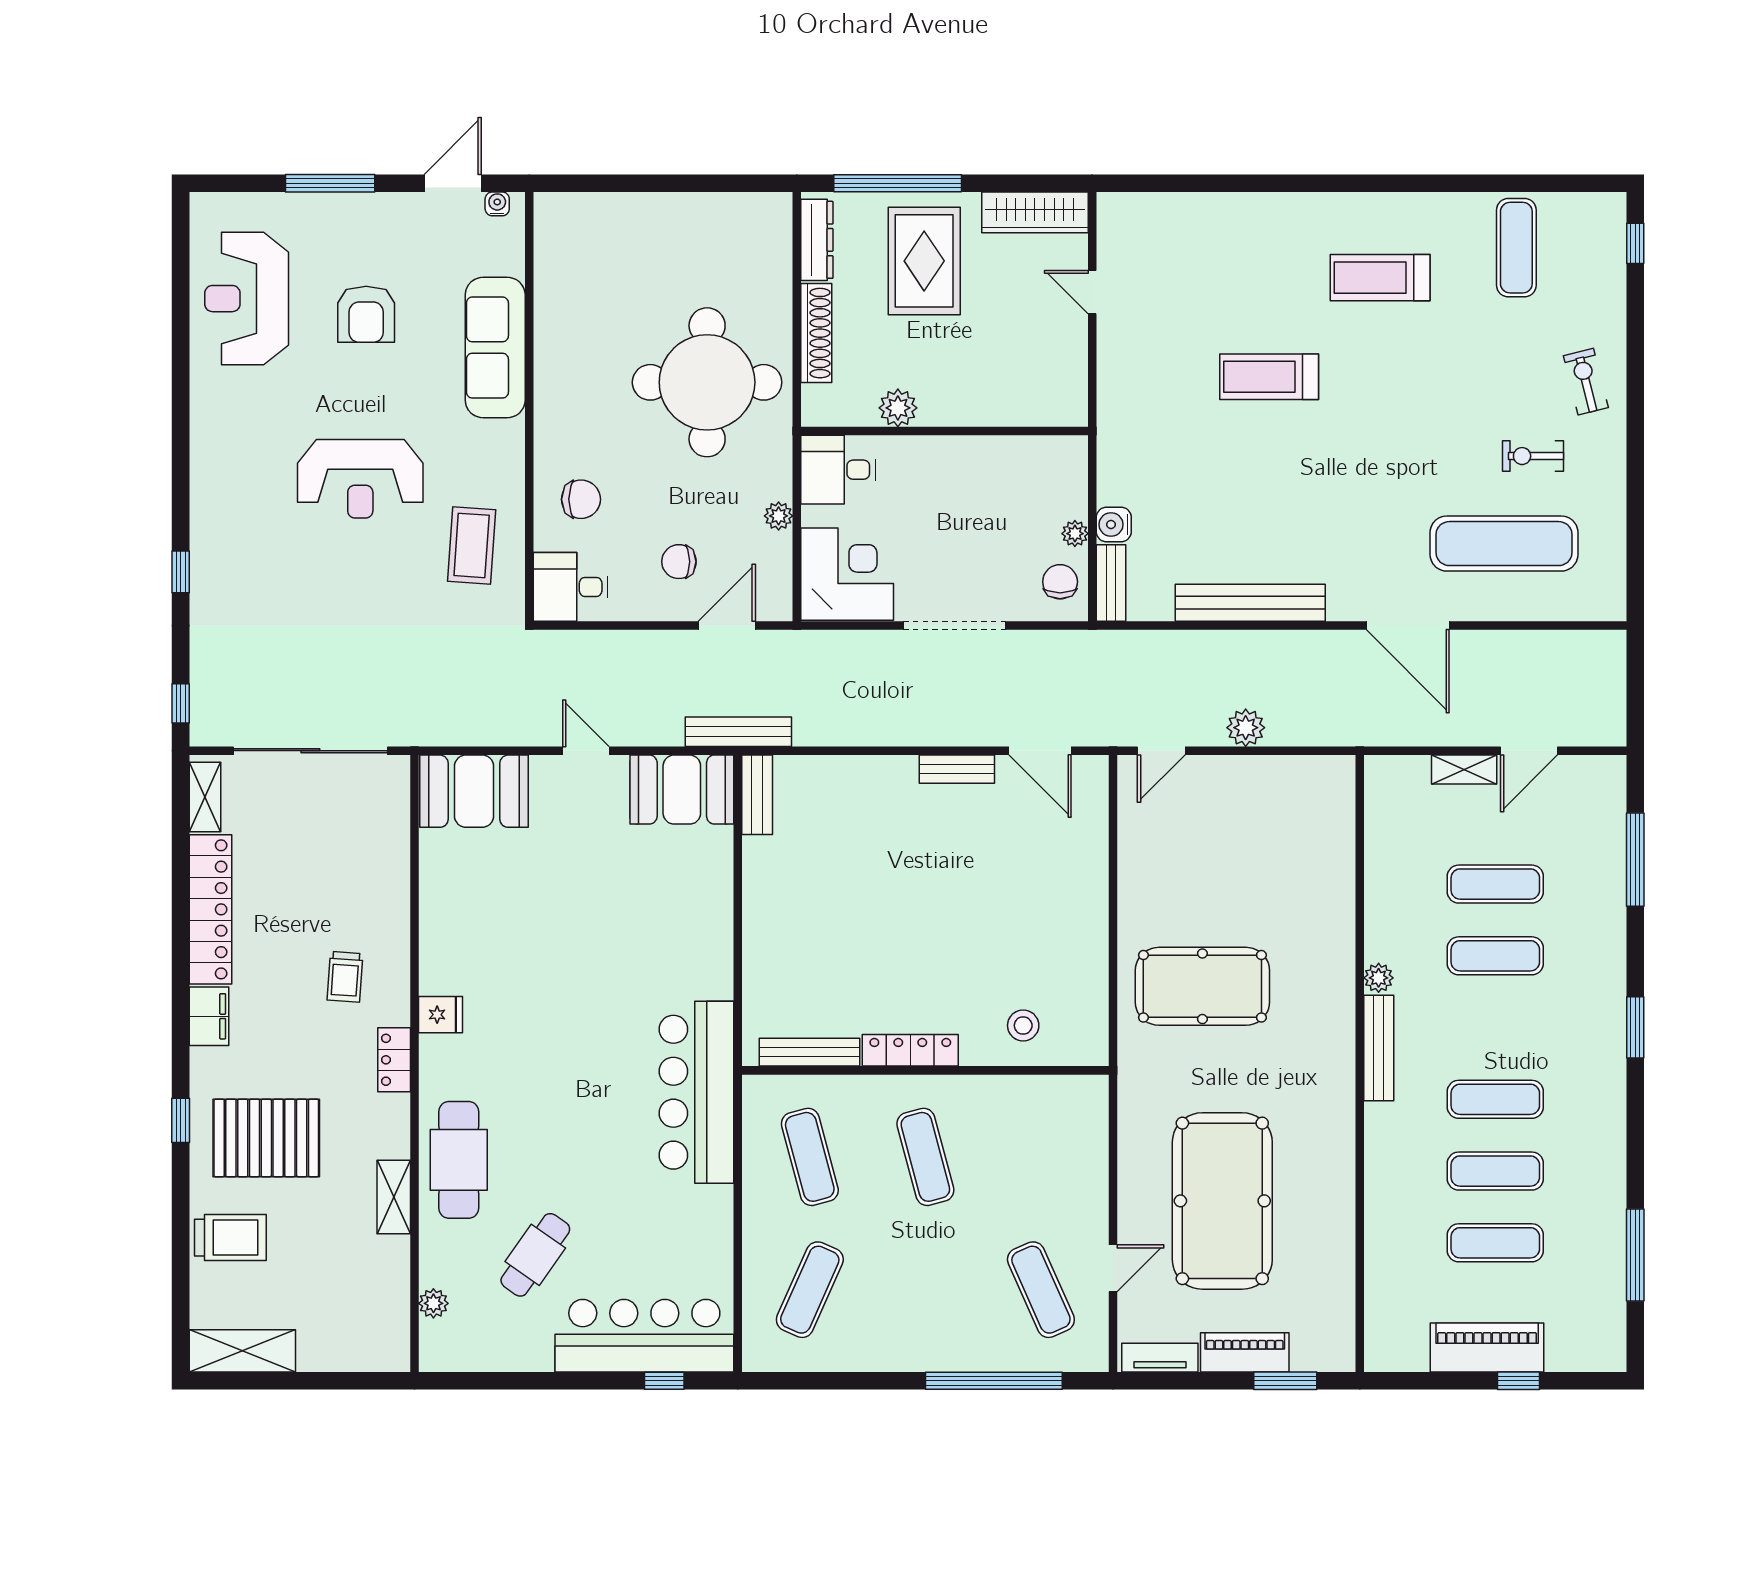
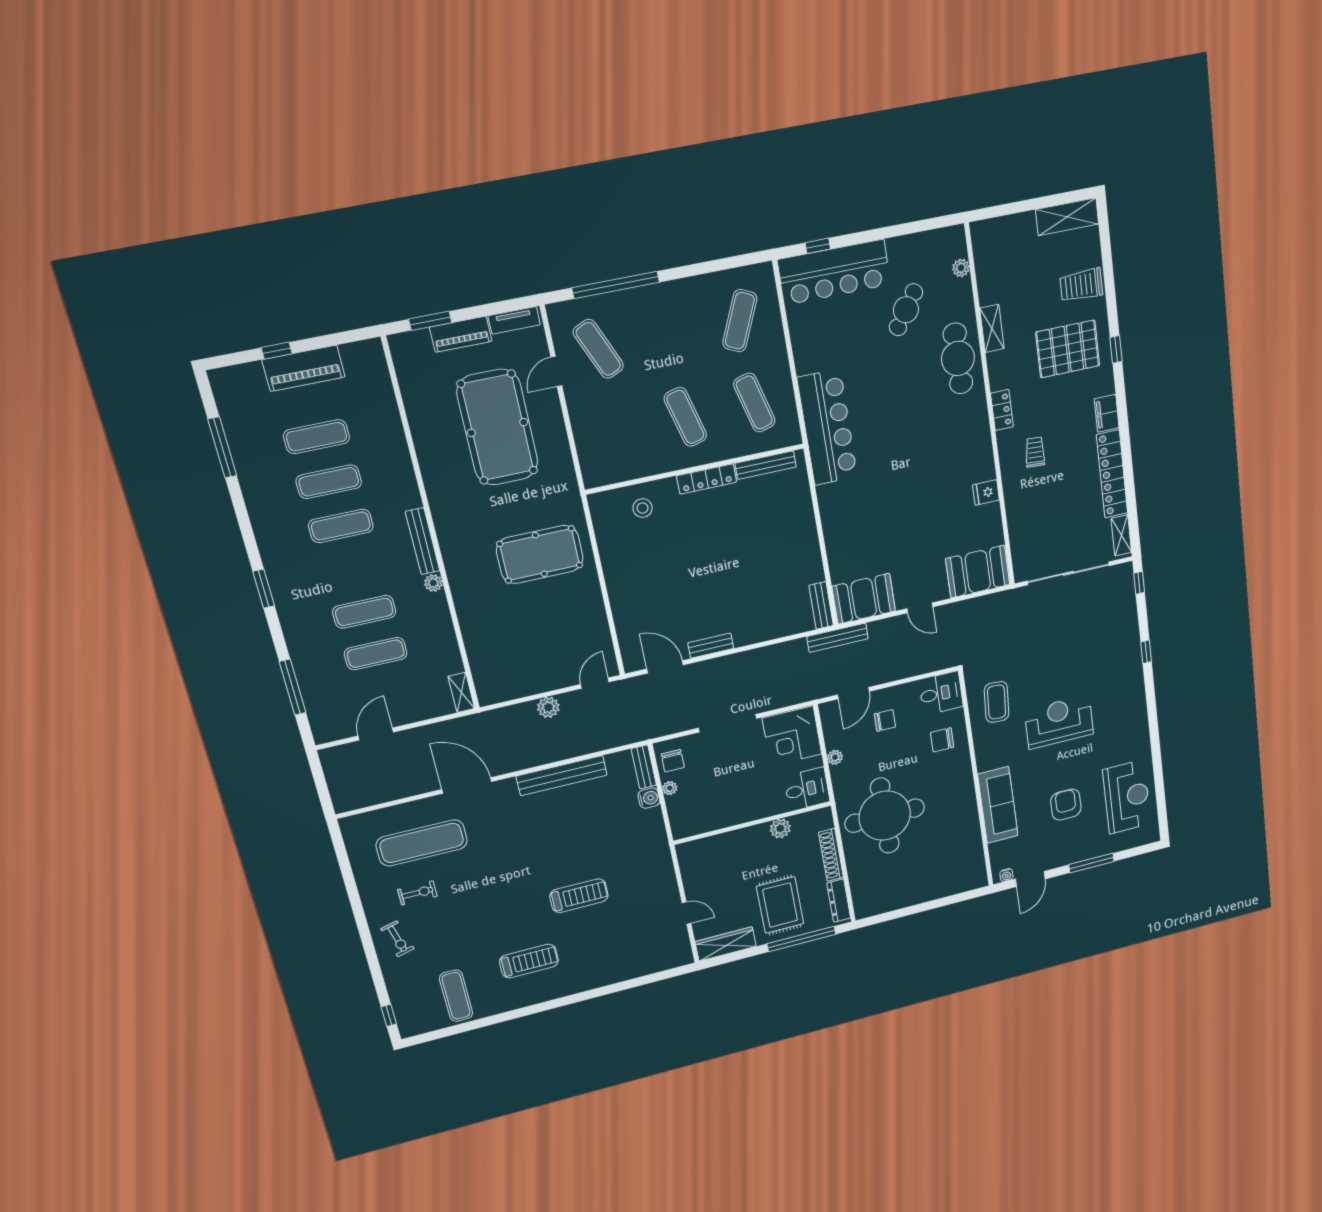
shelving: (1464, 769) -> (461, 692), moved, turned 90
fridge: (441, 1015) -> (986, 492), moved

